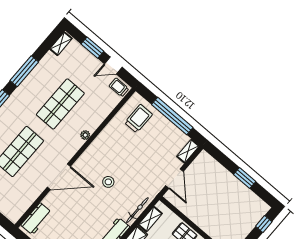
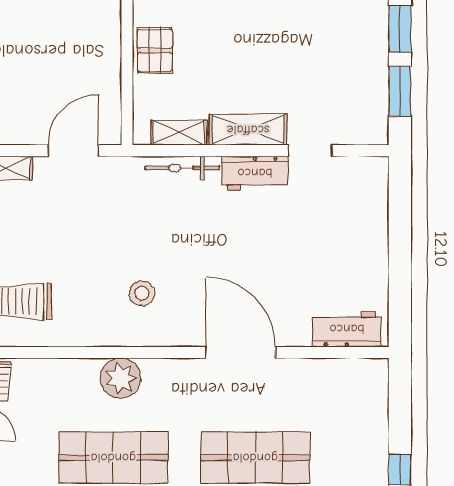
plant: (85, 135) -> (121, 378), width x1.88, depth x1.88
stool: (108, 182) -> (142, 293), moved

